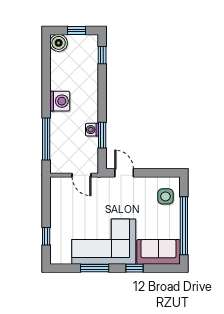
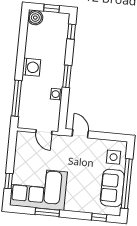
window: (102, 135) -> (67, 76), moved
corner sofa: (104, 242) -> (38, 189), moved
sofa: (158, 252) -> (112, 188), moved, turned -90
window: (134, 268) -> (99, 217), moved

